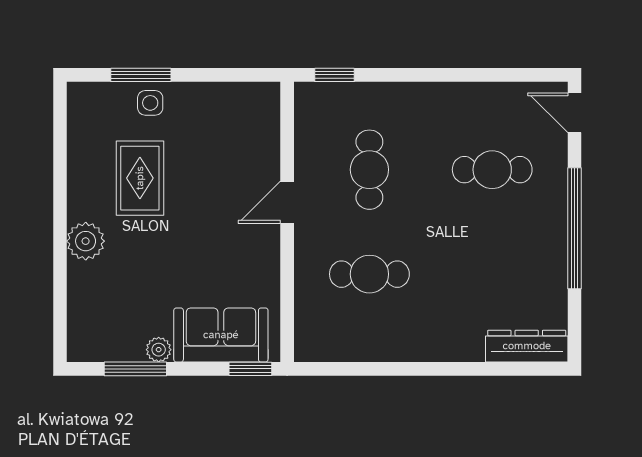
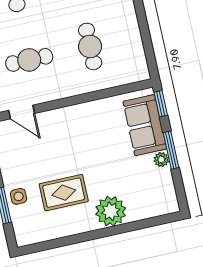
door: (287, 202) -> (22, 112), moved
plant: (86, 241) -> (111, 211), width x1.36, depth x1.36
window: (135, 369) -> (171, 150), moved

